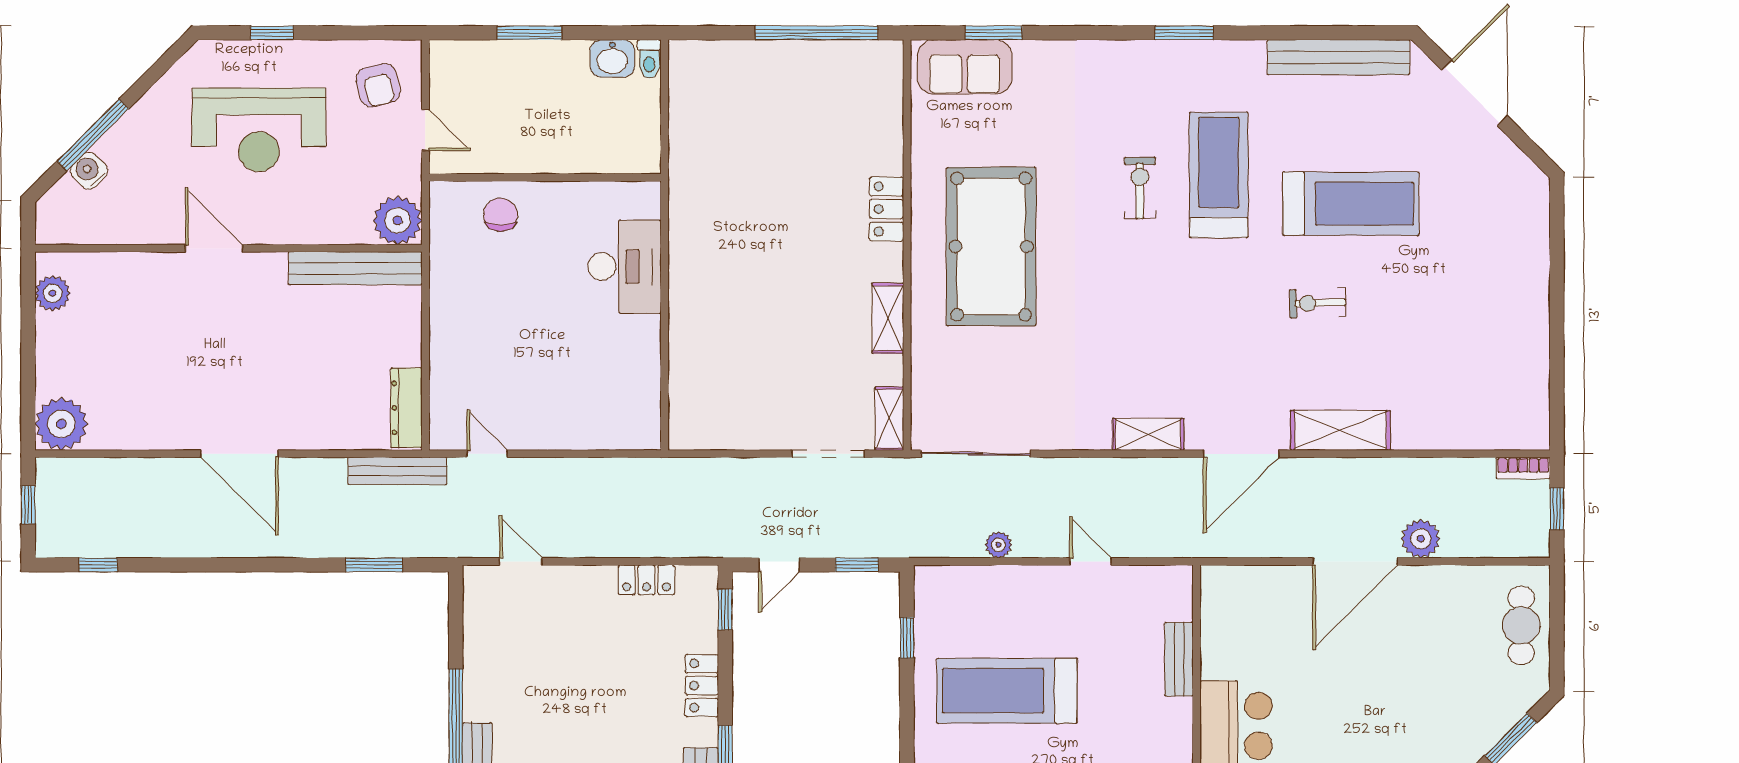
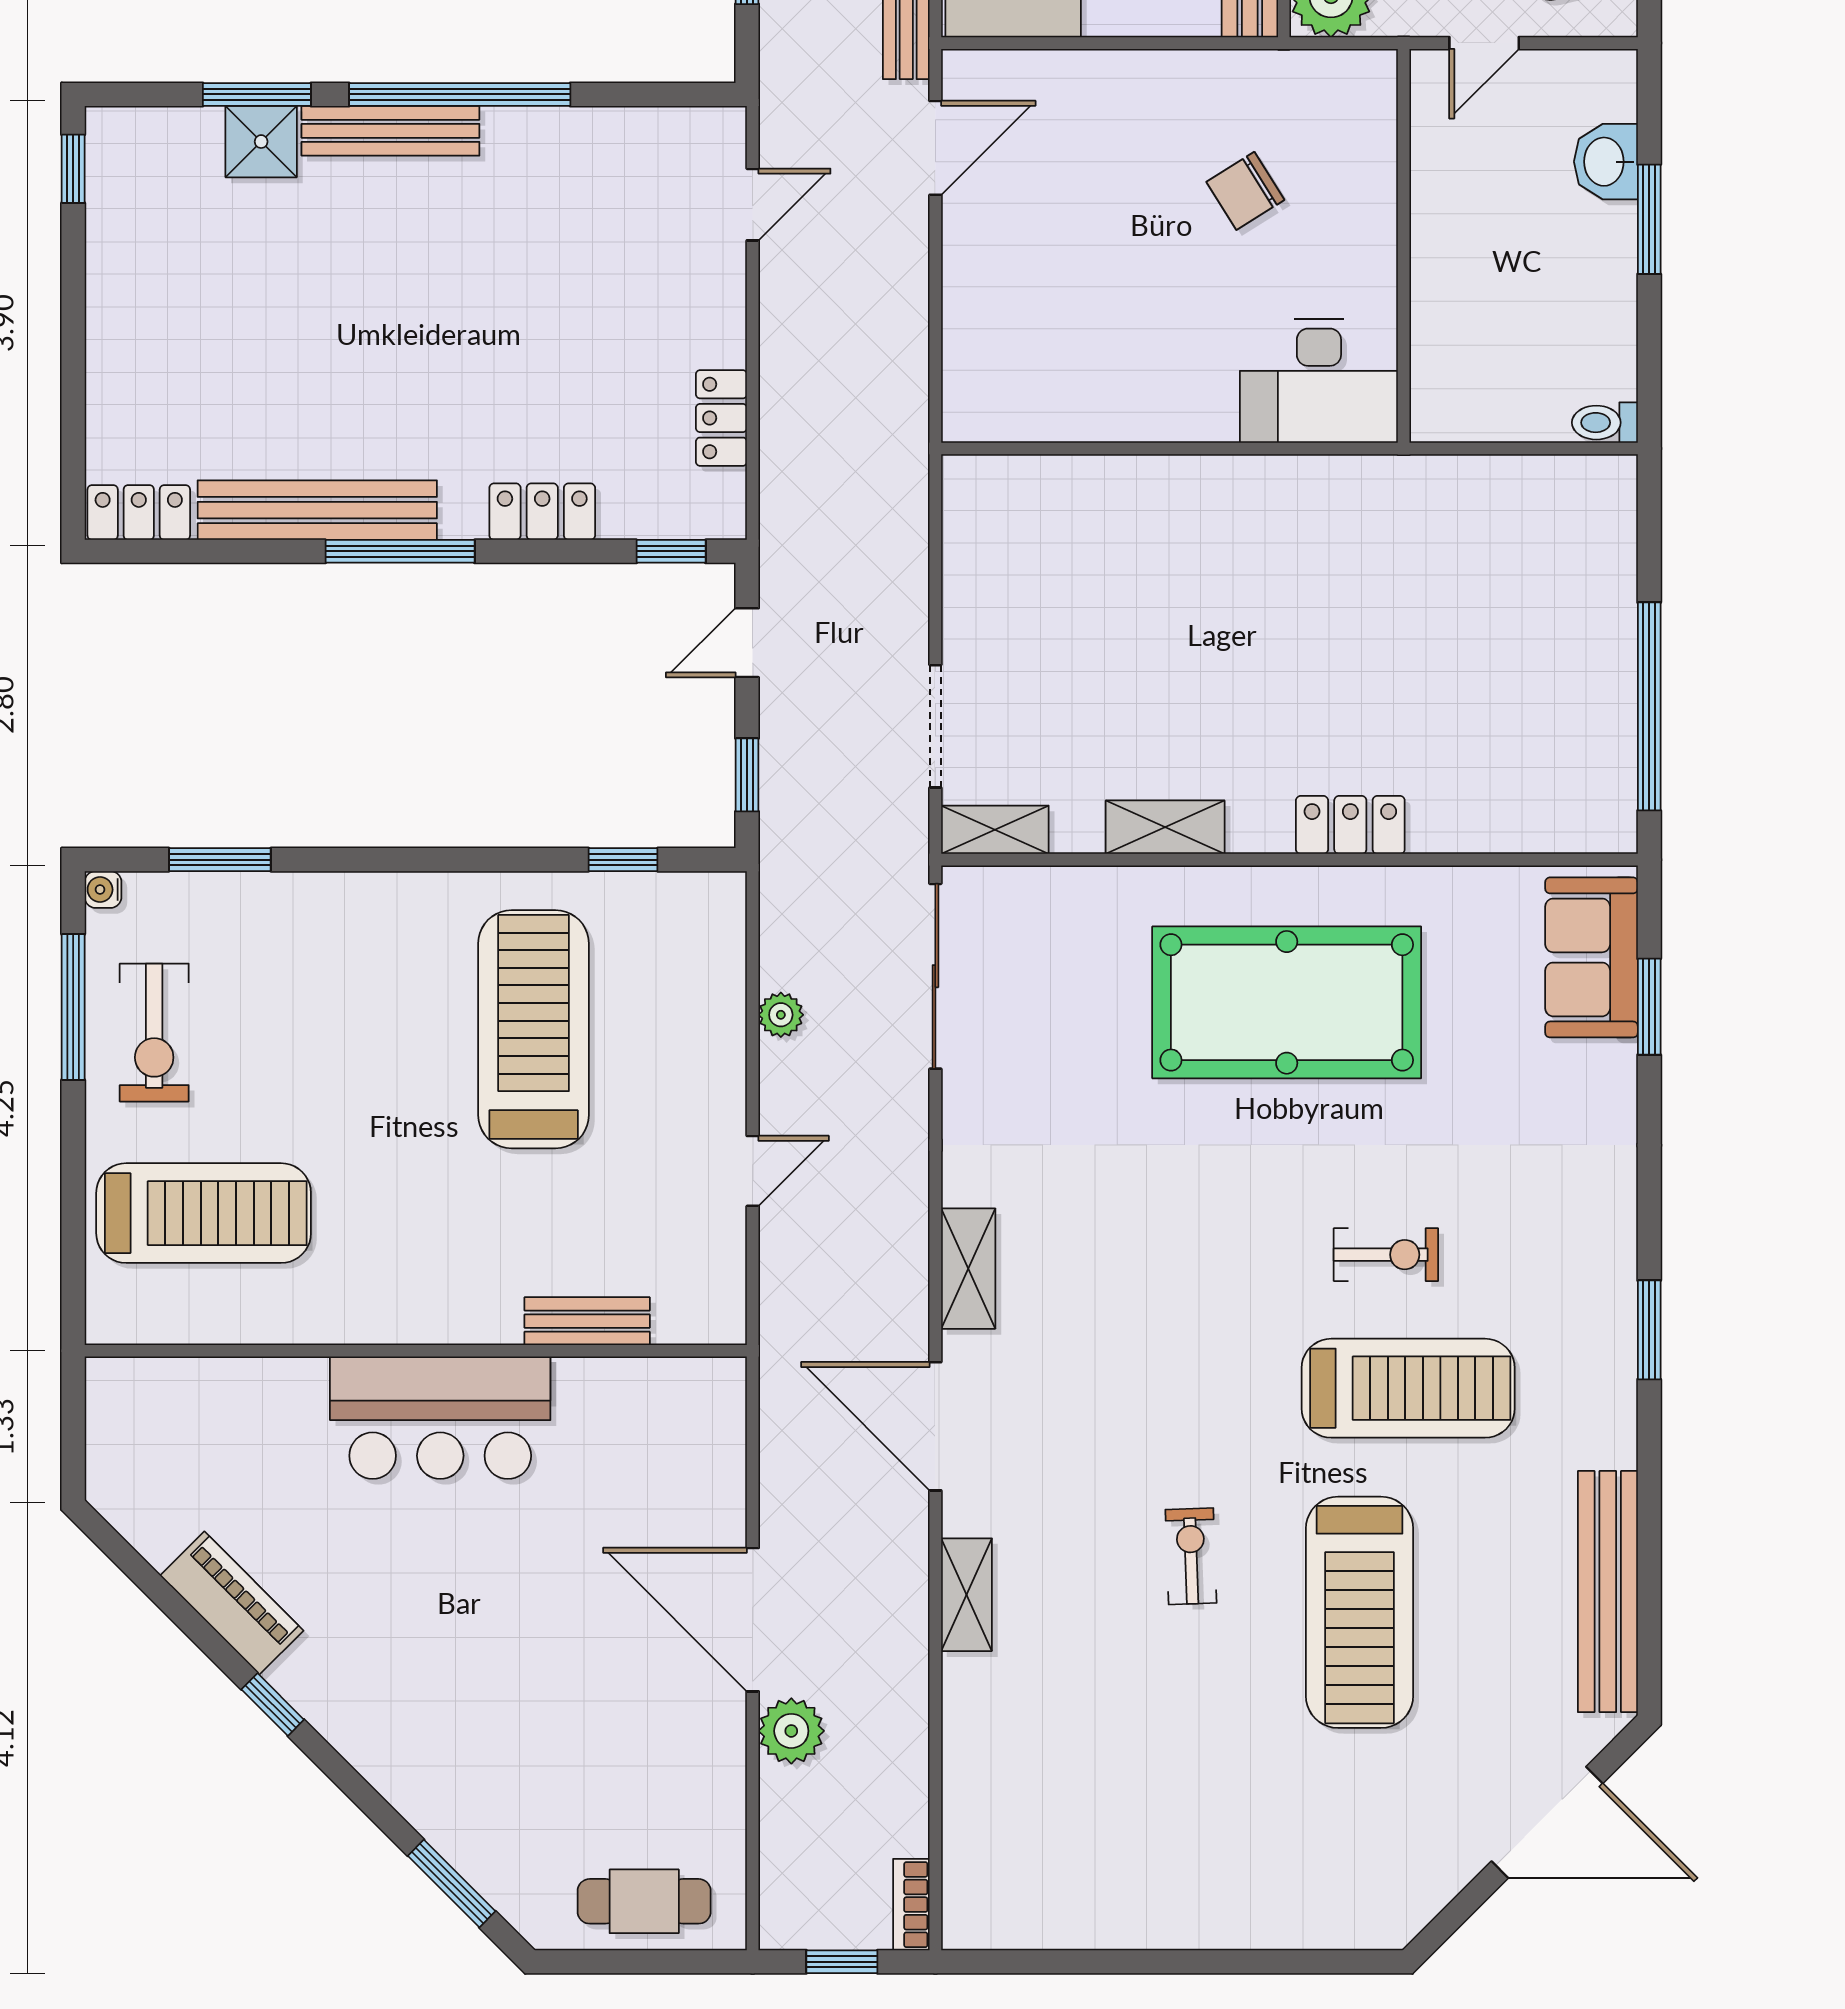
washbasin: (612, 58) -> (1606, 162), moved
chair: (501, 215) -> (1245, 191), moved, turned 148
desk: (625, 267) -> (1319, 381), moved
shelving: (1340, 430) -> (966, 1595), width x0.67, depth x0.75
door: (487, 454) -> (935, 148), width x1.38
door: (779, 565) -> (747, 643), hinge flipped

